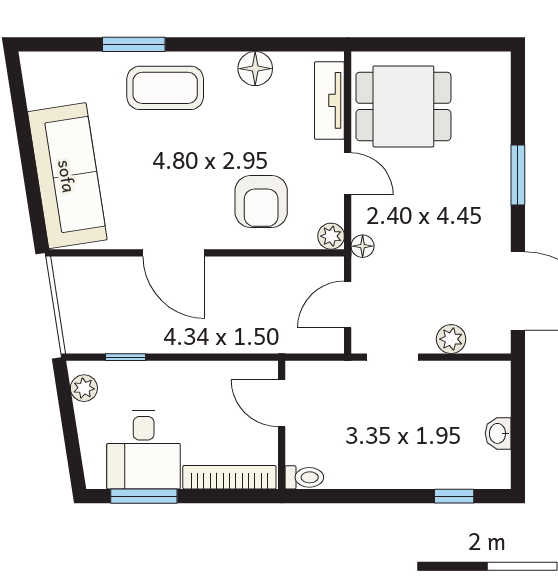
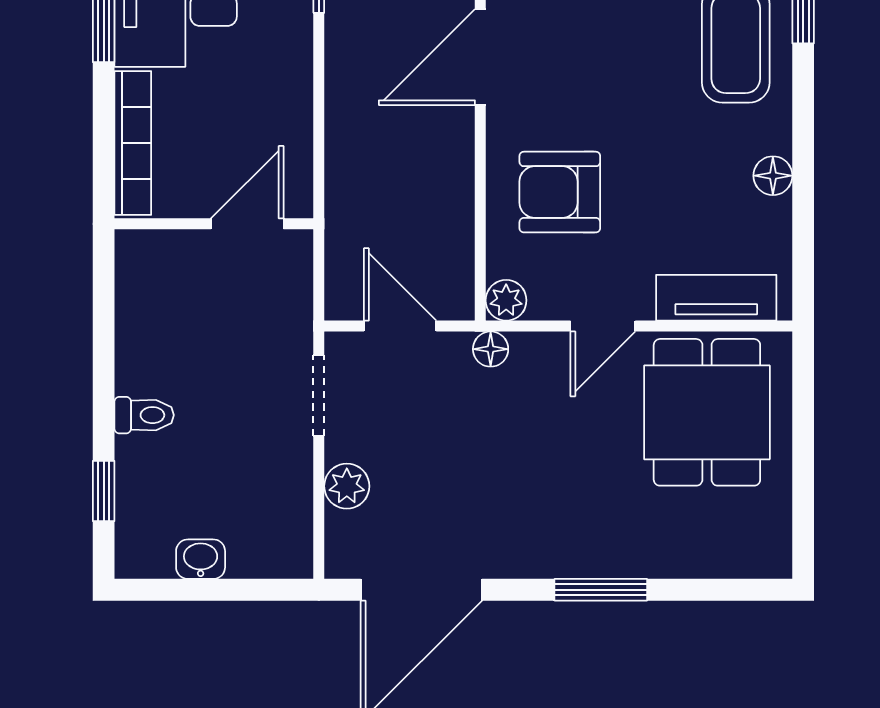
floor lamp: (255, 69) -> (773, 176), width x0.73, depth x0.73
toilet: (304, 477) -> (144, 415), moved, turned -90

